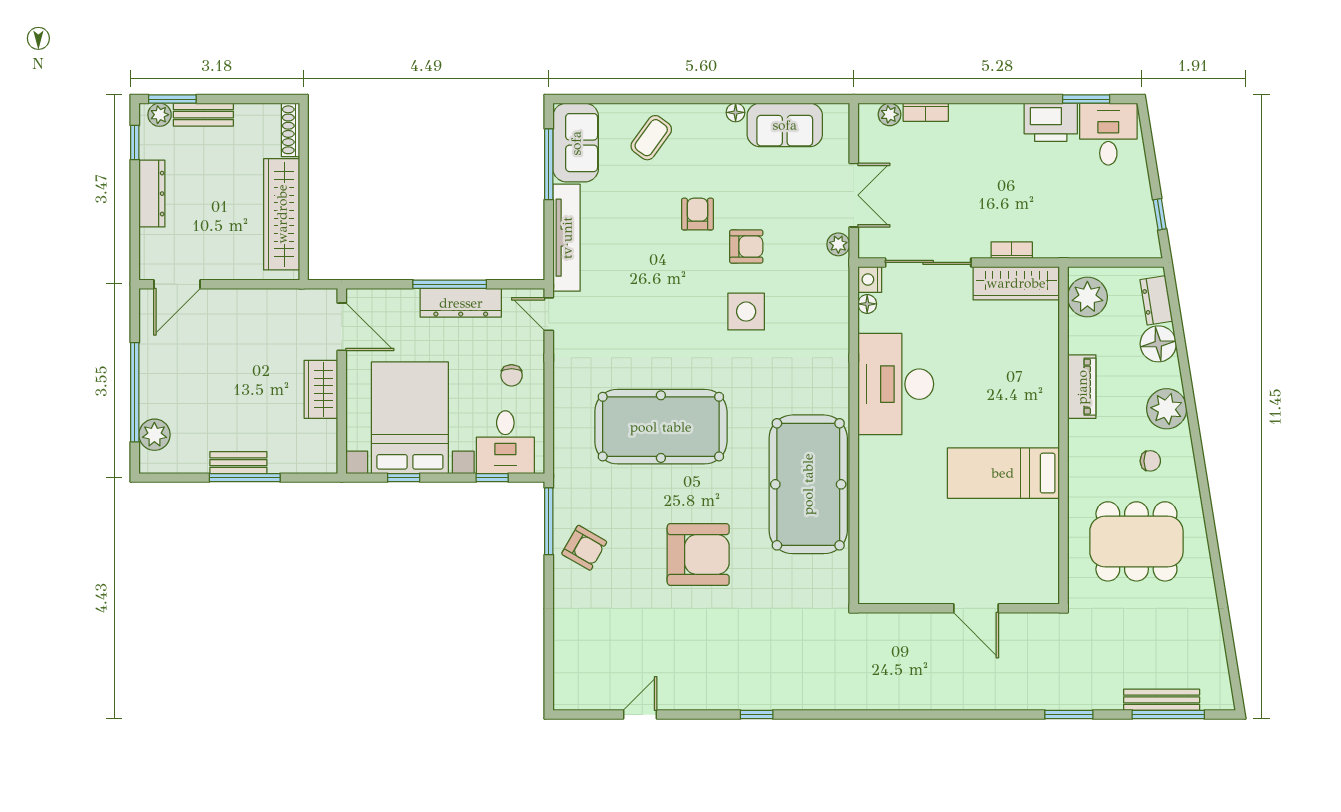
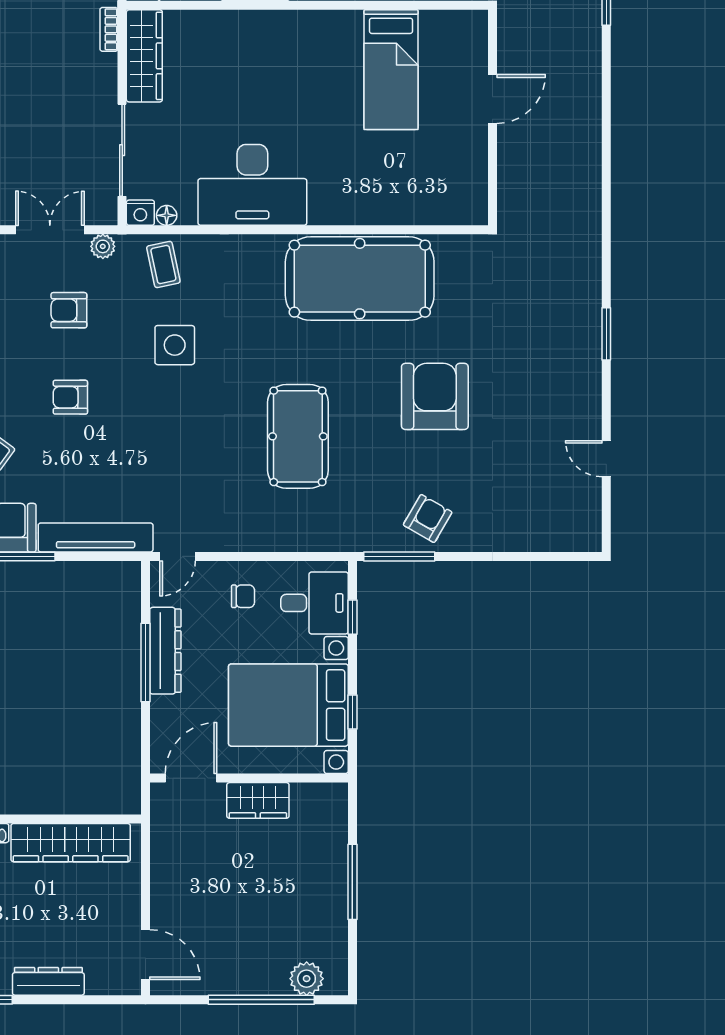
armchair: (746, 247) -> (69, 310), moved, turned -90
bookcase: (1012, 250) -> (109, 29), moved
coffee table: (821, 301) -> (163, 264), added
pool table: (661, 427) -> (298, 436), width x0.73, depth x0.76
bench: (238, 463) -> (336, 889), removed
bed: (1003, 473) -> (391, 70), moved
window: (757, 715) -> (606, 334), width x1.50

